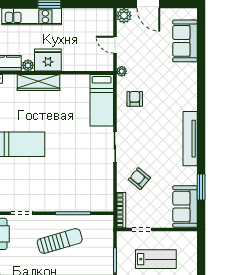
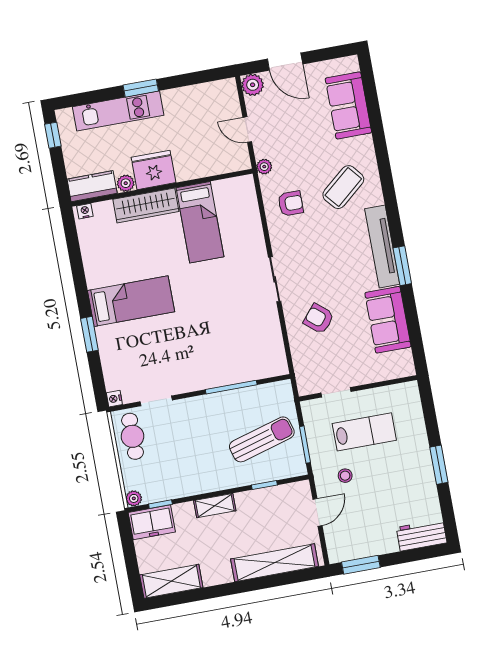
coffee table: (172, 94) -> (343, 187), added
armchair: (135, 99) -> (291, 203), turned 90
bed: (102, 100) -> (200, 222), moved
window: (201, 187) -> (402, 266), moved
sofa: (185, 207) -> (388, 320), moved
bookcase: (121, 210) -> (301, 370), removed
sun lounger: (60, 241) -> (262, 439), moved

